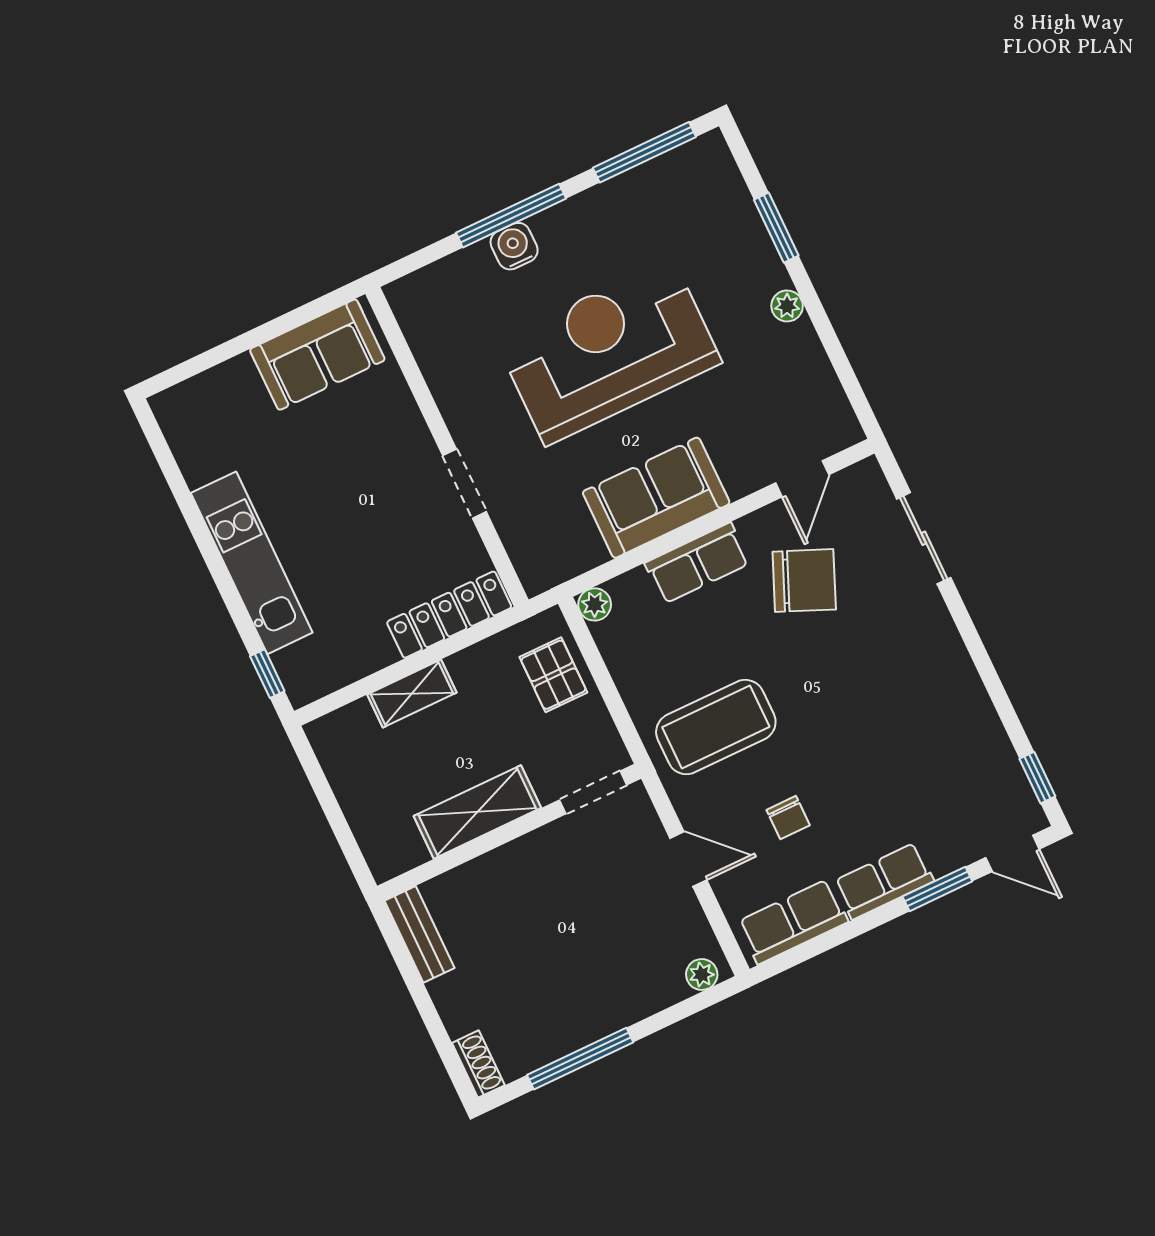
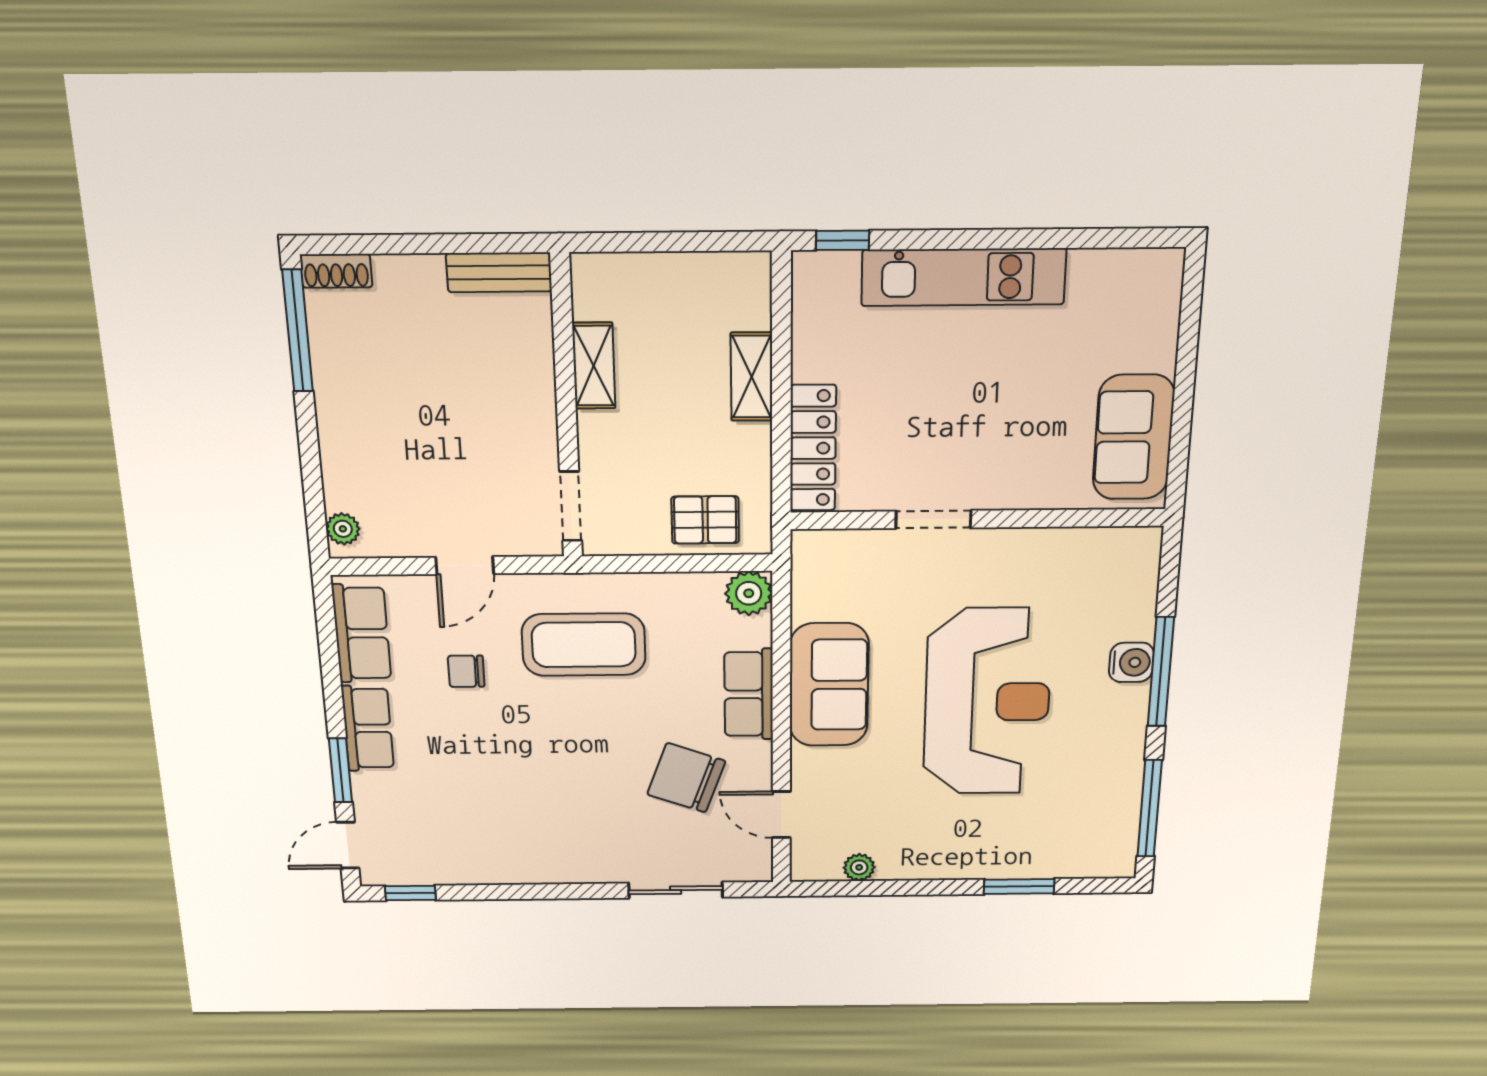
plant: (787, 306) -> (859, 867), moved
chair: (804, 581) -> (686, 778), turned 87
plant: (595, 604) -> (749, 593), width x1.38, depth x1.38
coffee table: (716, 727) -> (584, 645), turned 90
shelving: (477, 812) -> (594, 366), width x0.67, depth x0.75
window: (580, 1059) -> (298, 331), moved

